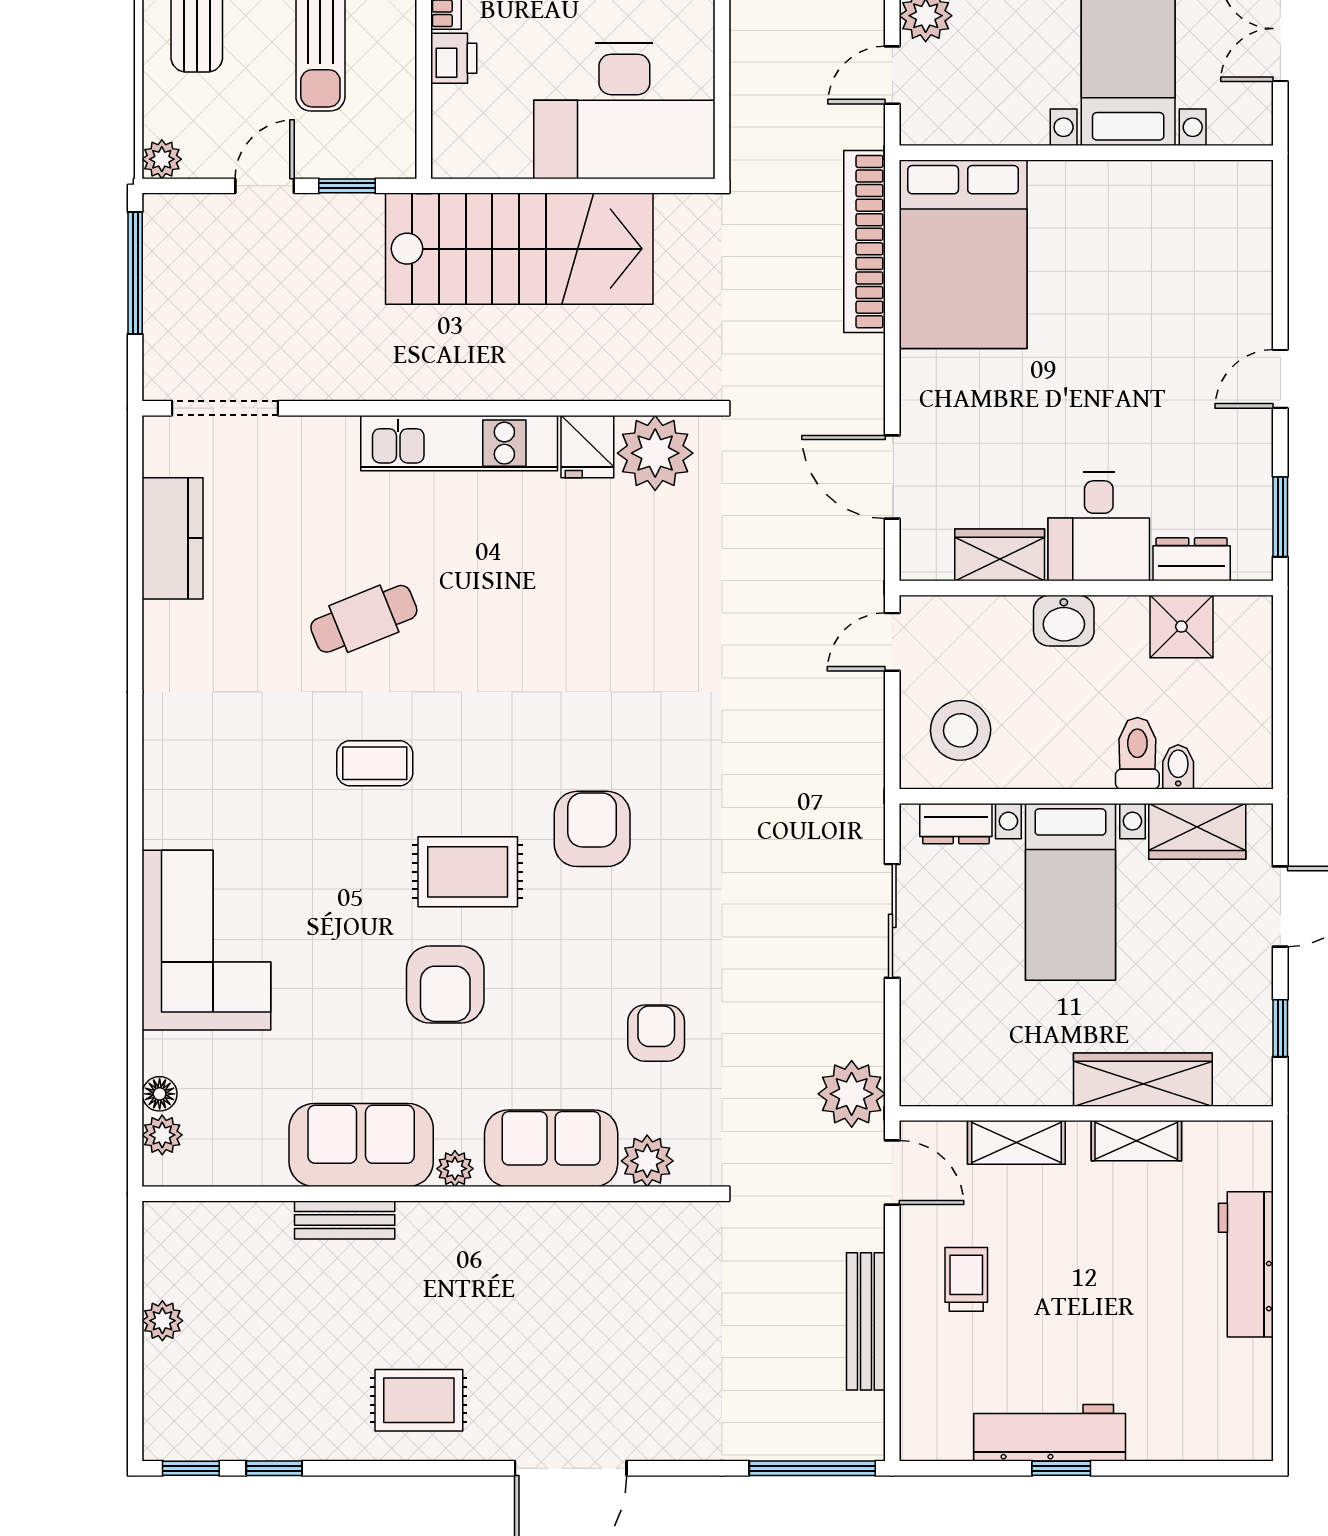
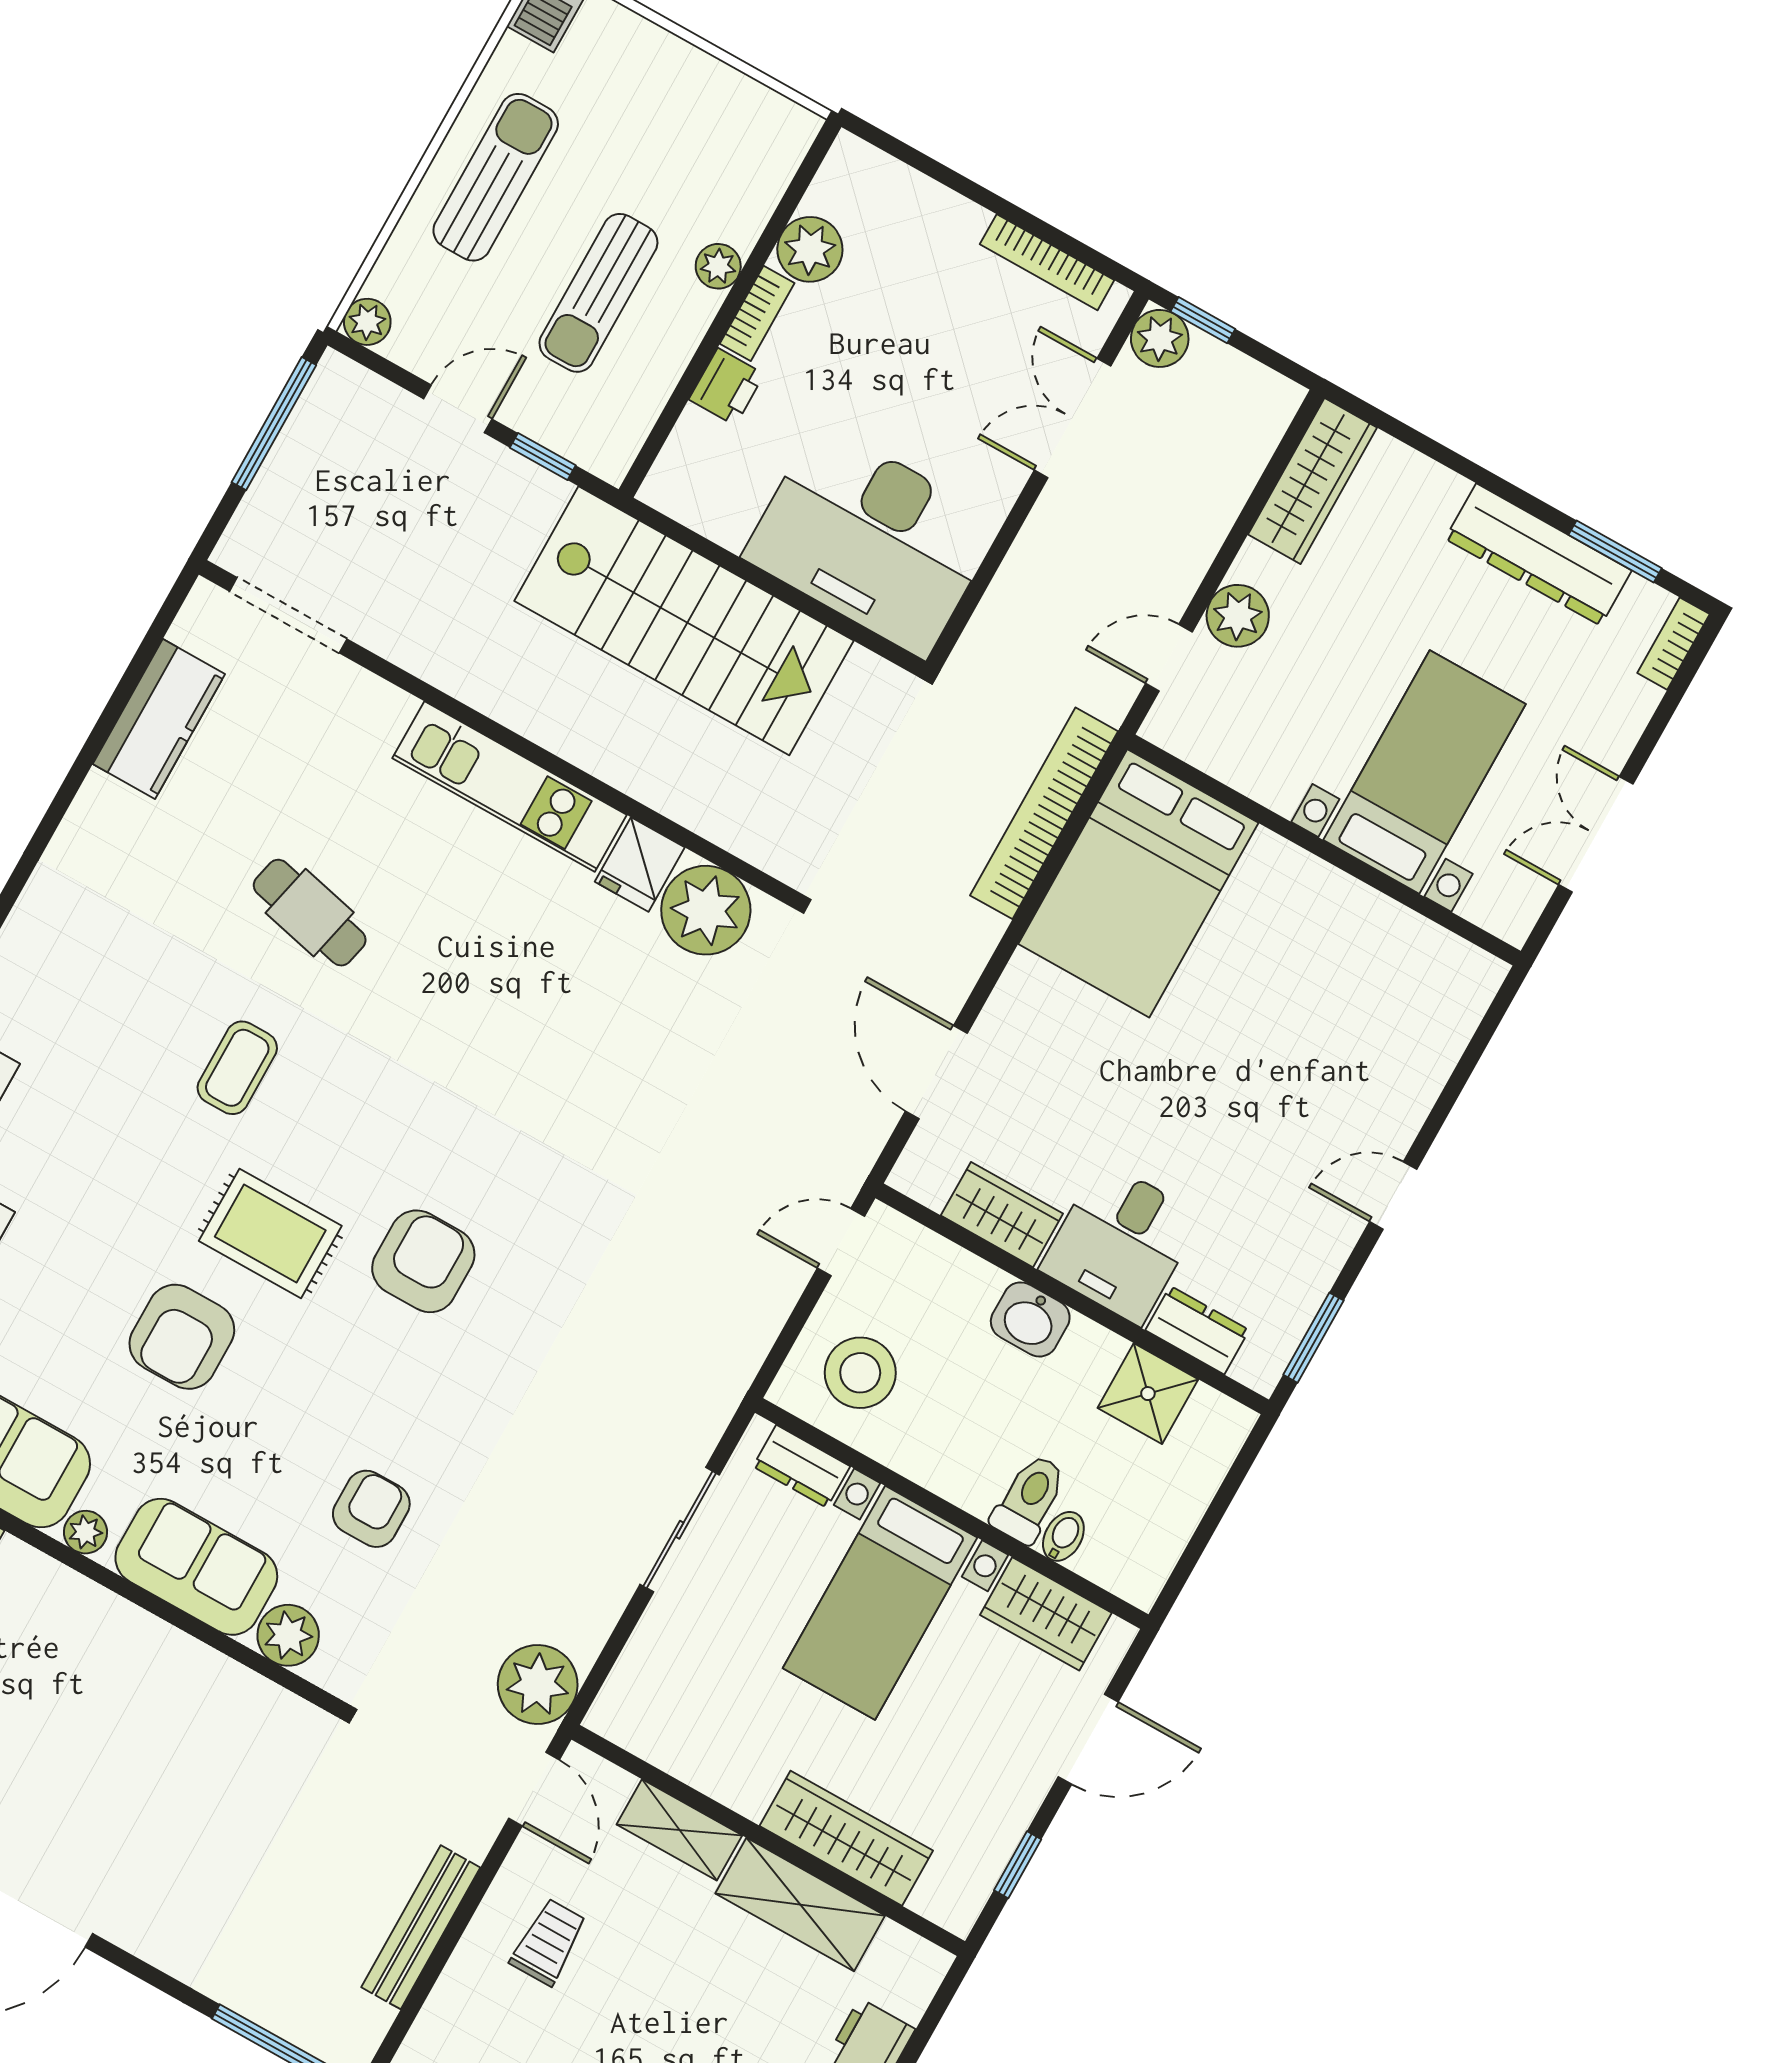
cafe table: (364, 619) -> (310, 913), turned 35
coffee table: (375, 763) -> (237, 1068), turned 90
shelving: (1136, 1141) -> (800, 1904), width x1.50, depth x1.33

